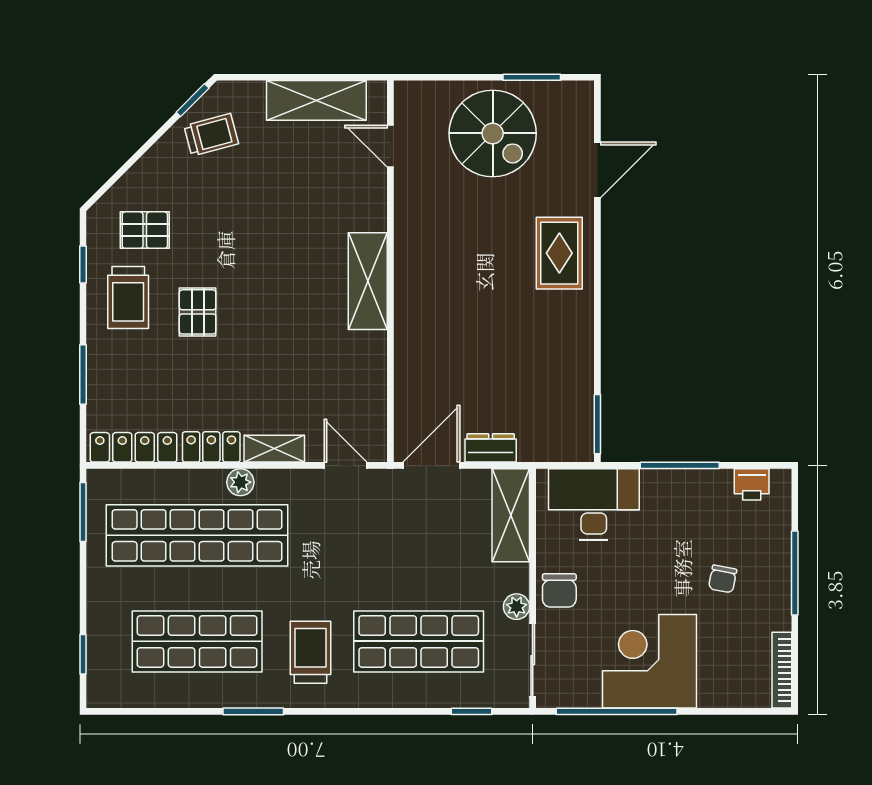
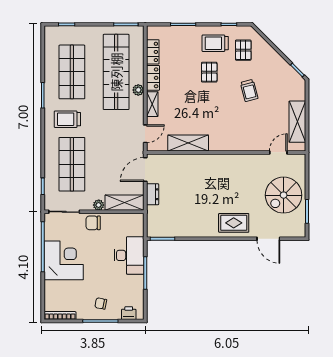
trolley: (211, 135) -> (249, 91), moved
shelving: (368, 281) -> (188, 143), moved
pallet: (198, 312) -> (209, 72), turned 90
locker: (134, 447) -> (153, 52), width x0.66
door: (431, 465) -> (145, 170), swing flipped
printer: (752, 484) -> (129, 313), moved, turned 90
desk: (594, 504) -> (129, 255), moved
chair: (723, 579) -> (101, 303), moved
plant: (517, 607) -> (99, 205), moved
trolley: (311, 652) -> (67, 119), turned 180

